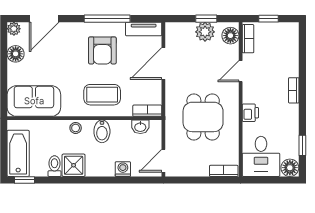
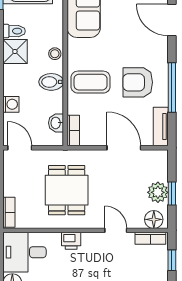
coffee table: (102, 95) -> (91, 82), turned 90
dining table: (203, 117) -> (67, 190), turned 90

